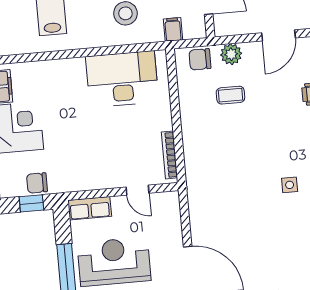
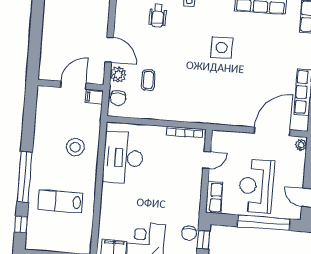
filing cabinet: (173, 29) -> (94, 97), moved
door: (279, 35) -> (109, 50), moved
side table: (290, 185) -> (222, 48), width x1.87, depth x1.87

